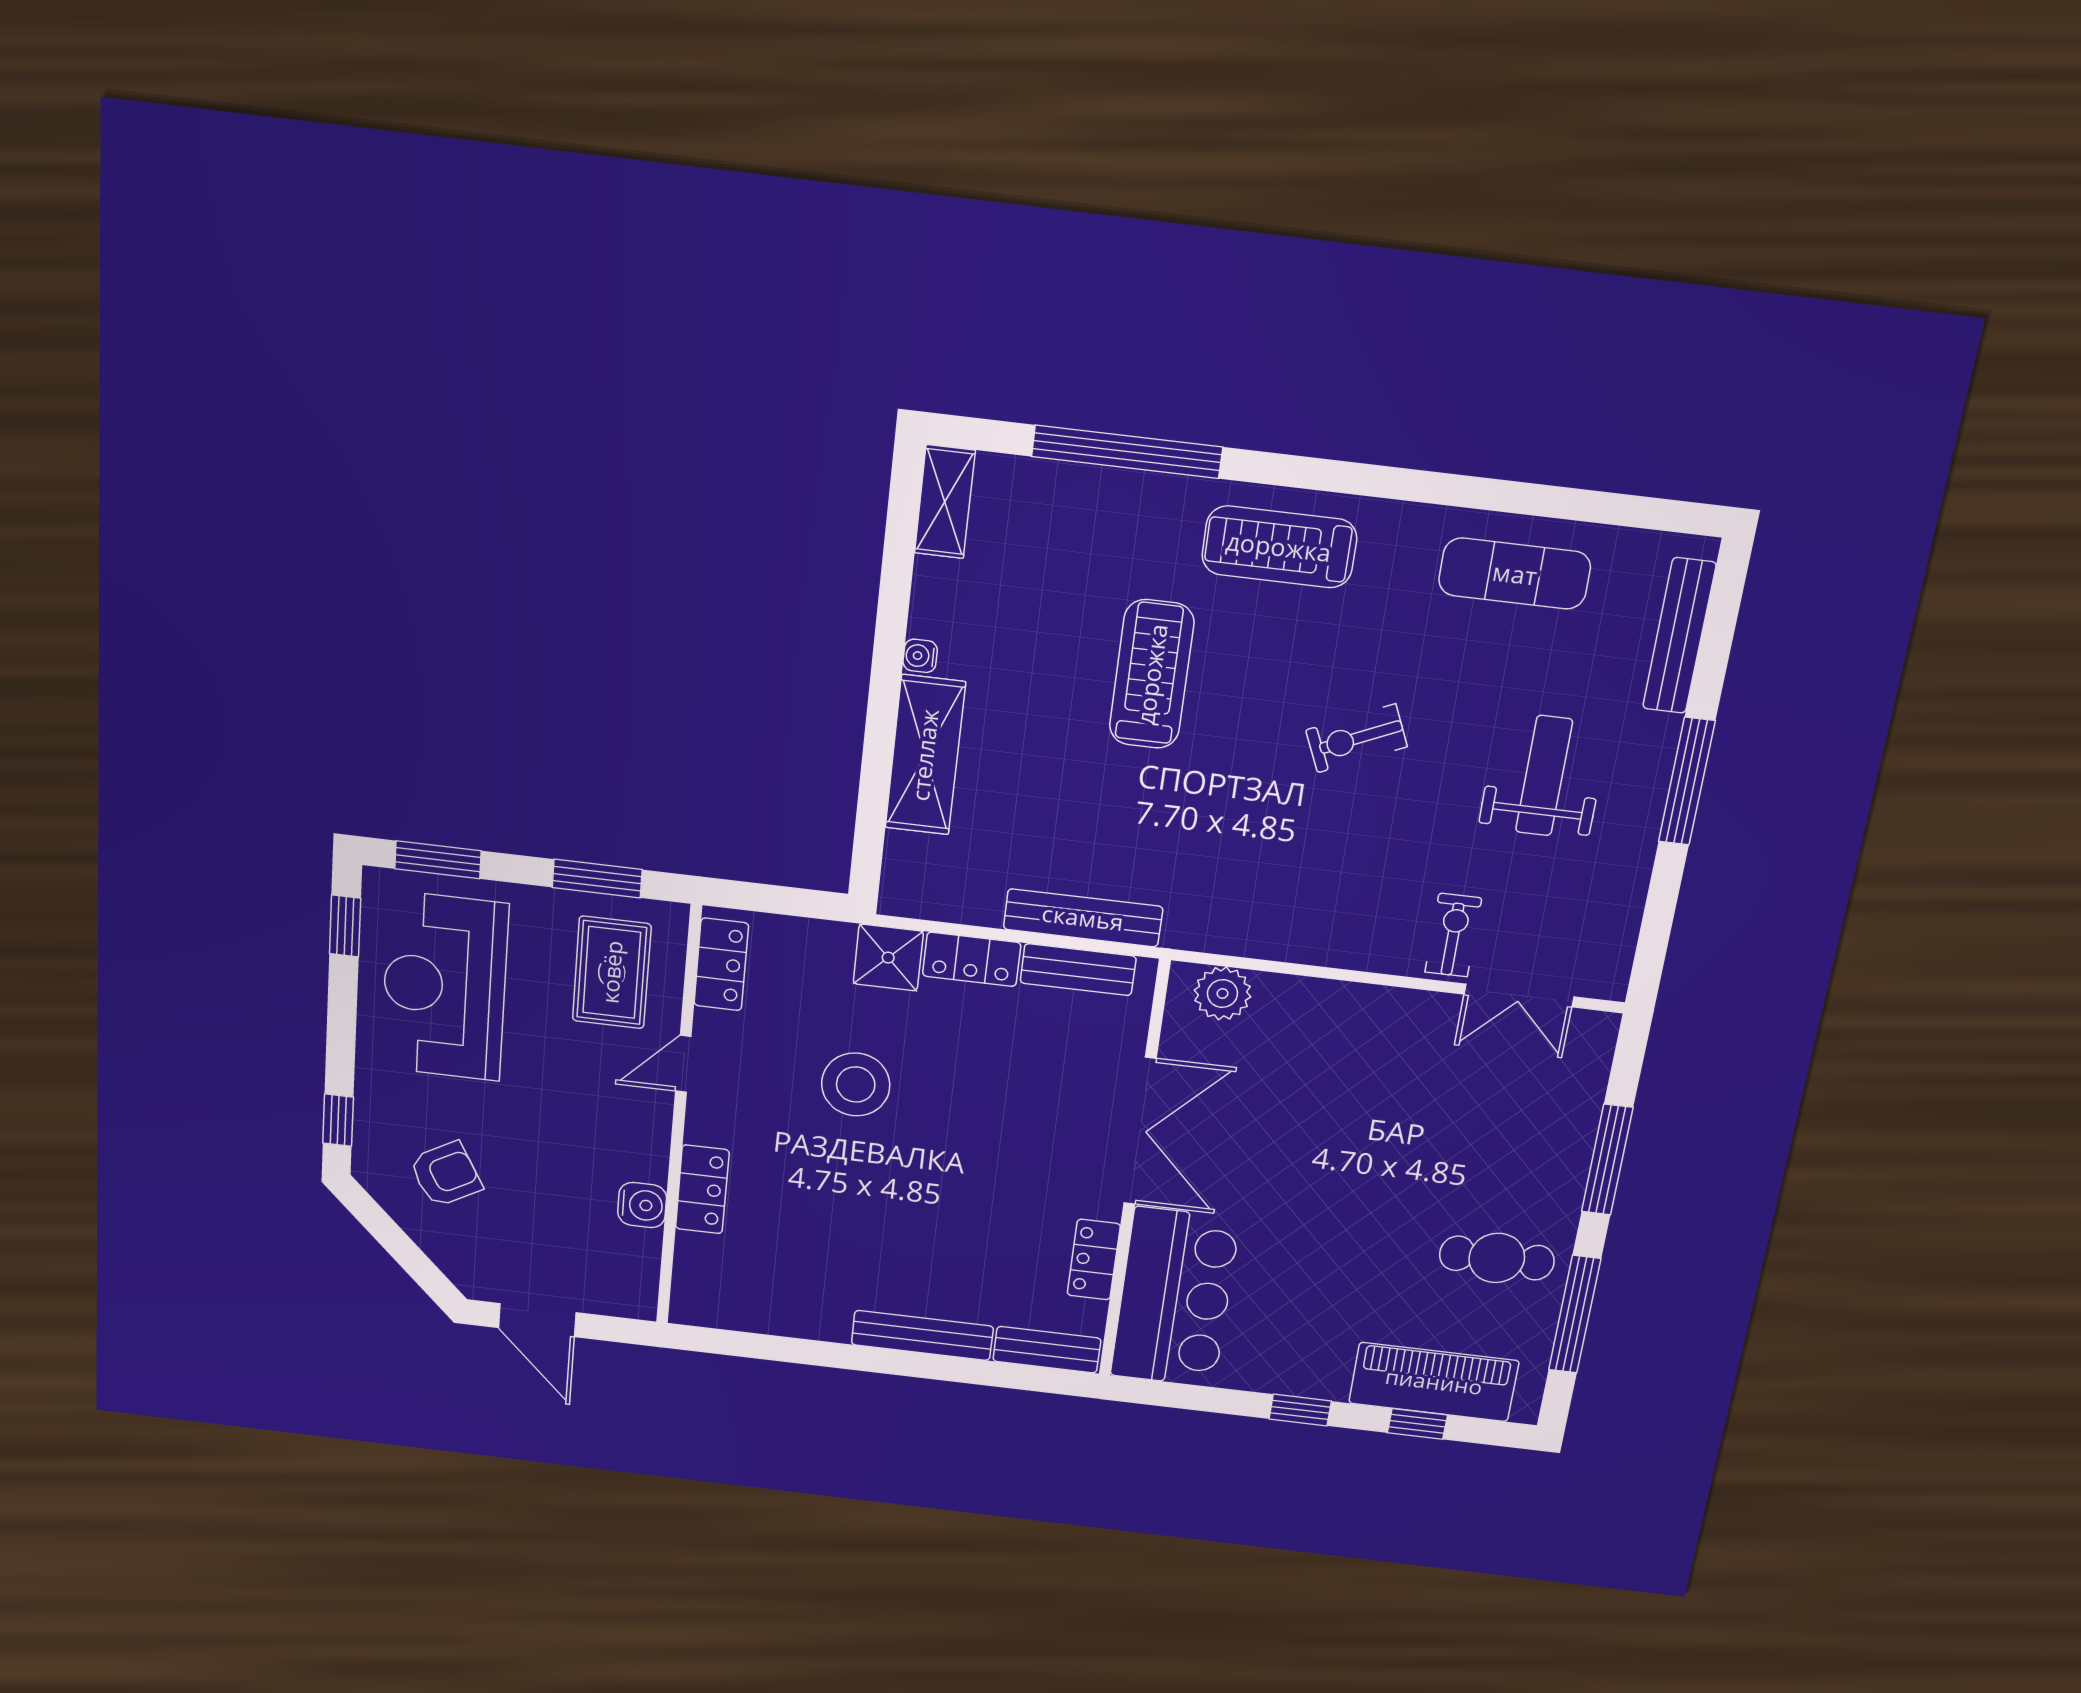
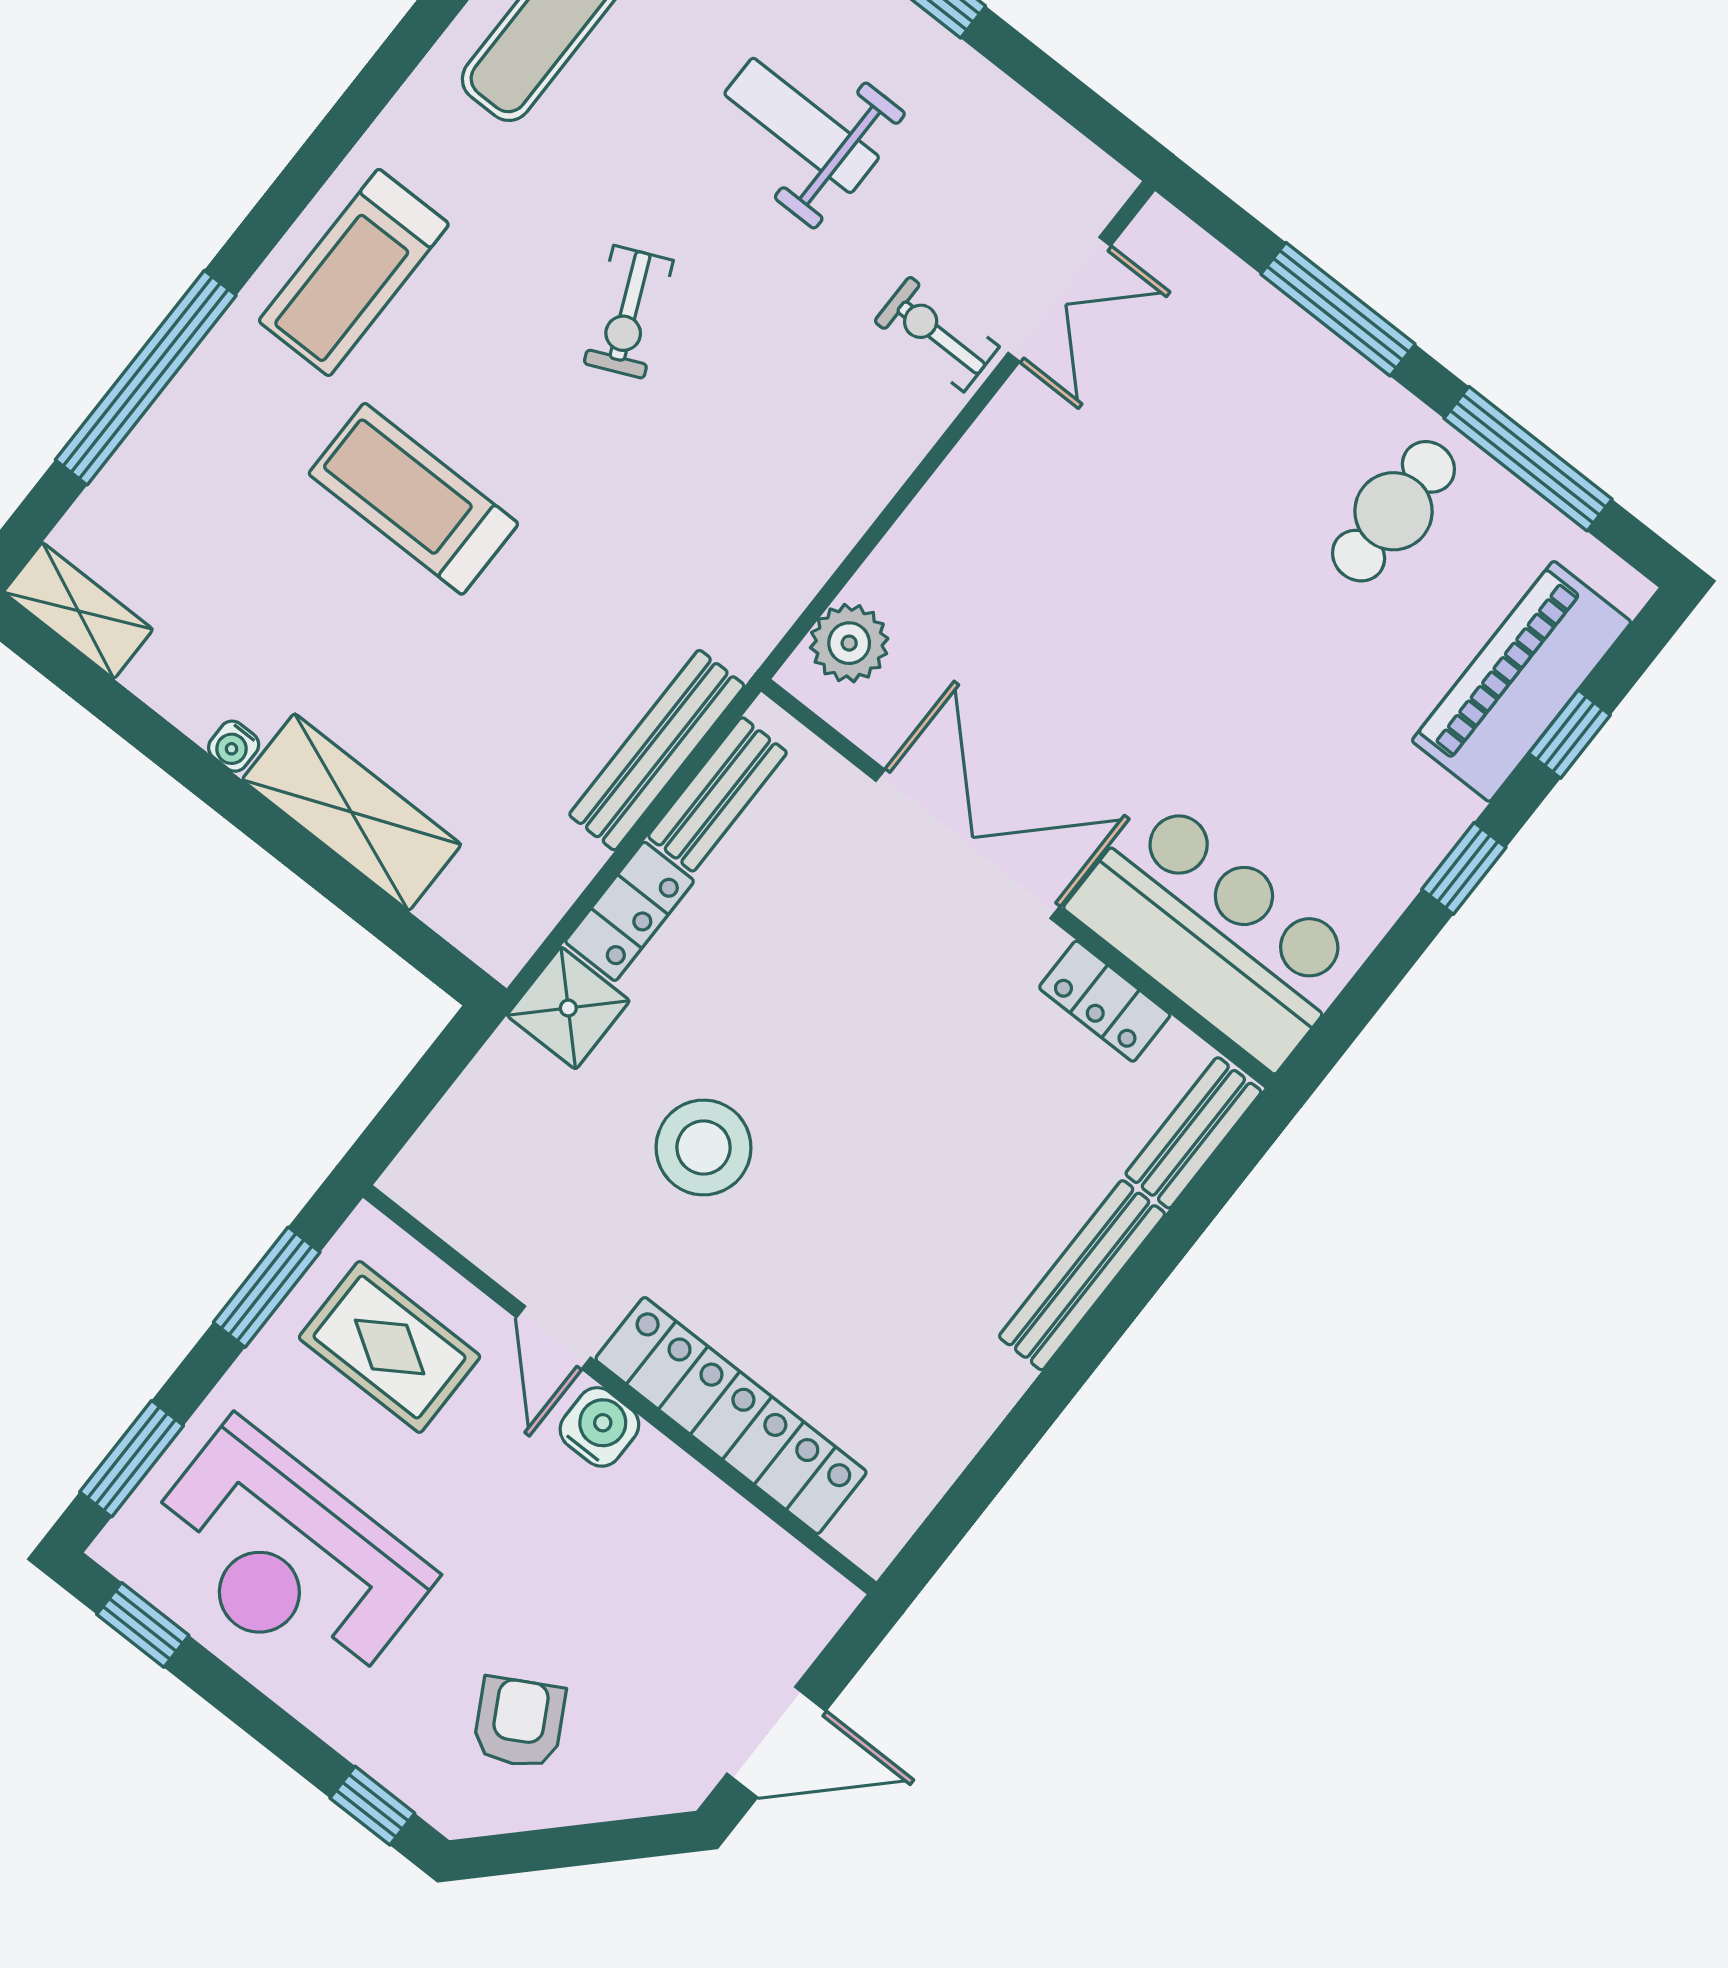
locker: (721, 964) -> (458, 1210), removed
locker: (702, 1189) -> (731, 1416), width x2.16, depth x1.21
water cooler: (642, 1205) -> (599, 1427), moved

